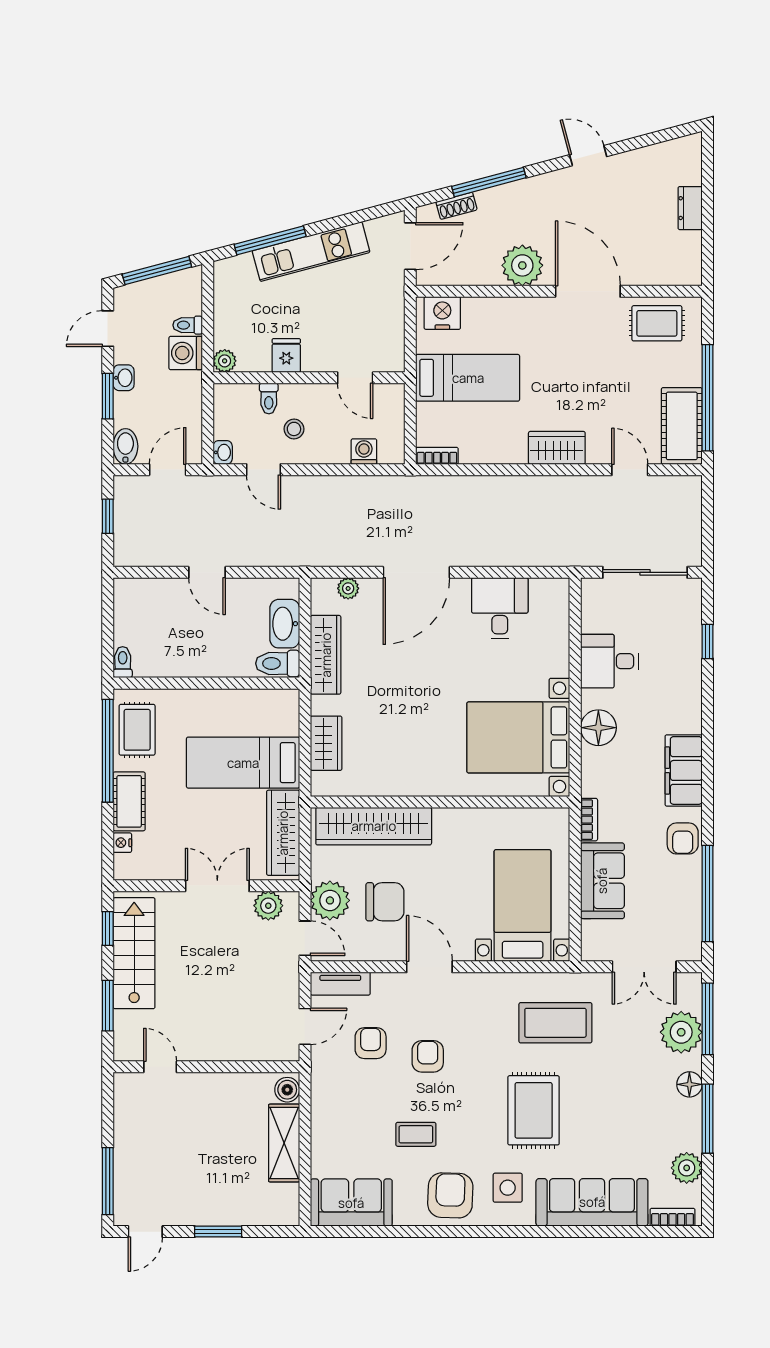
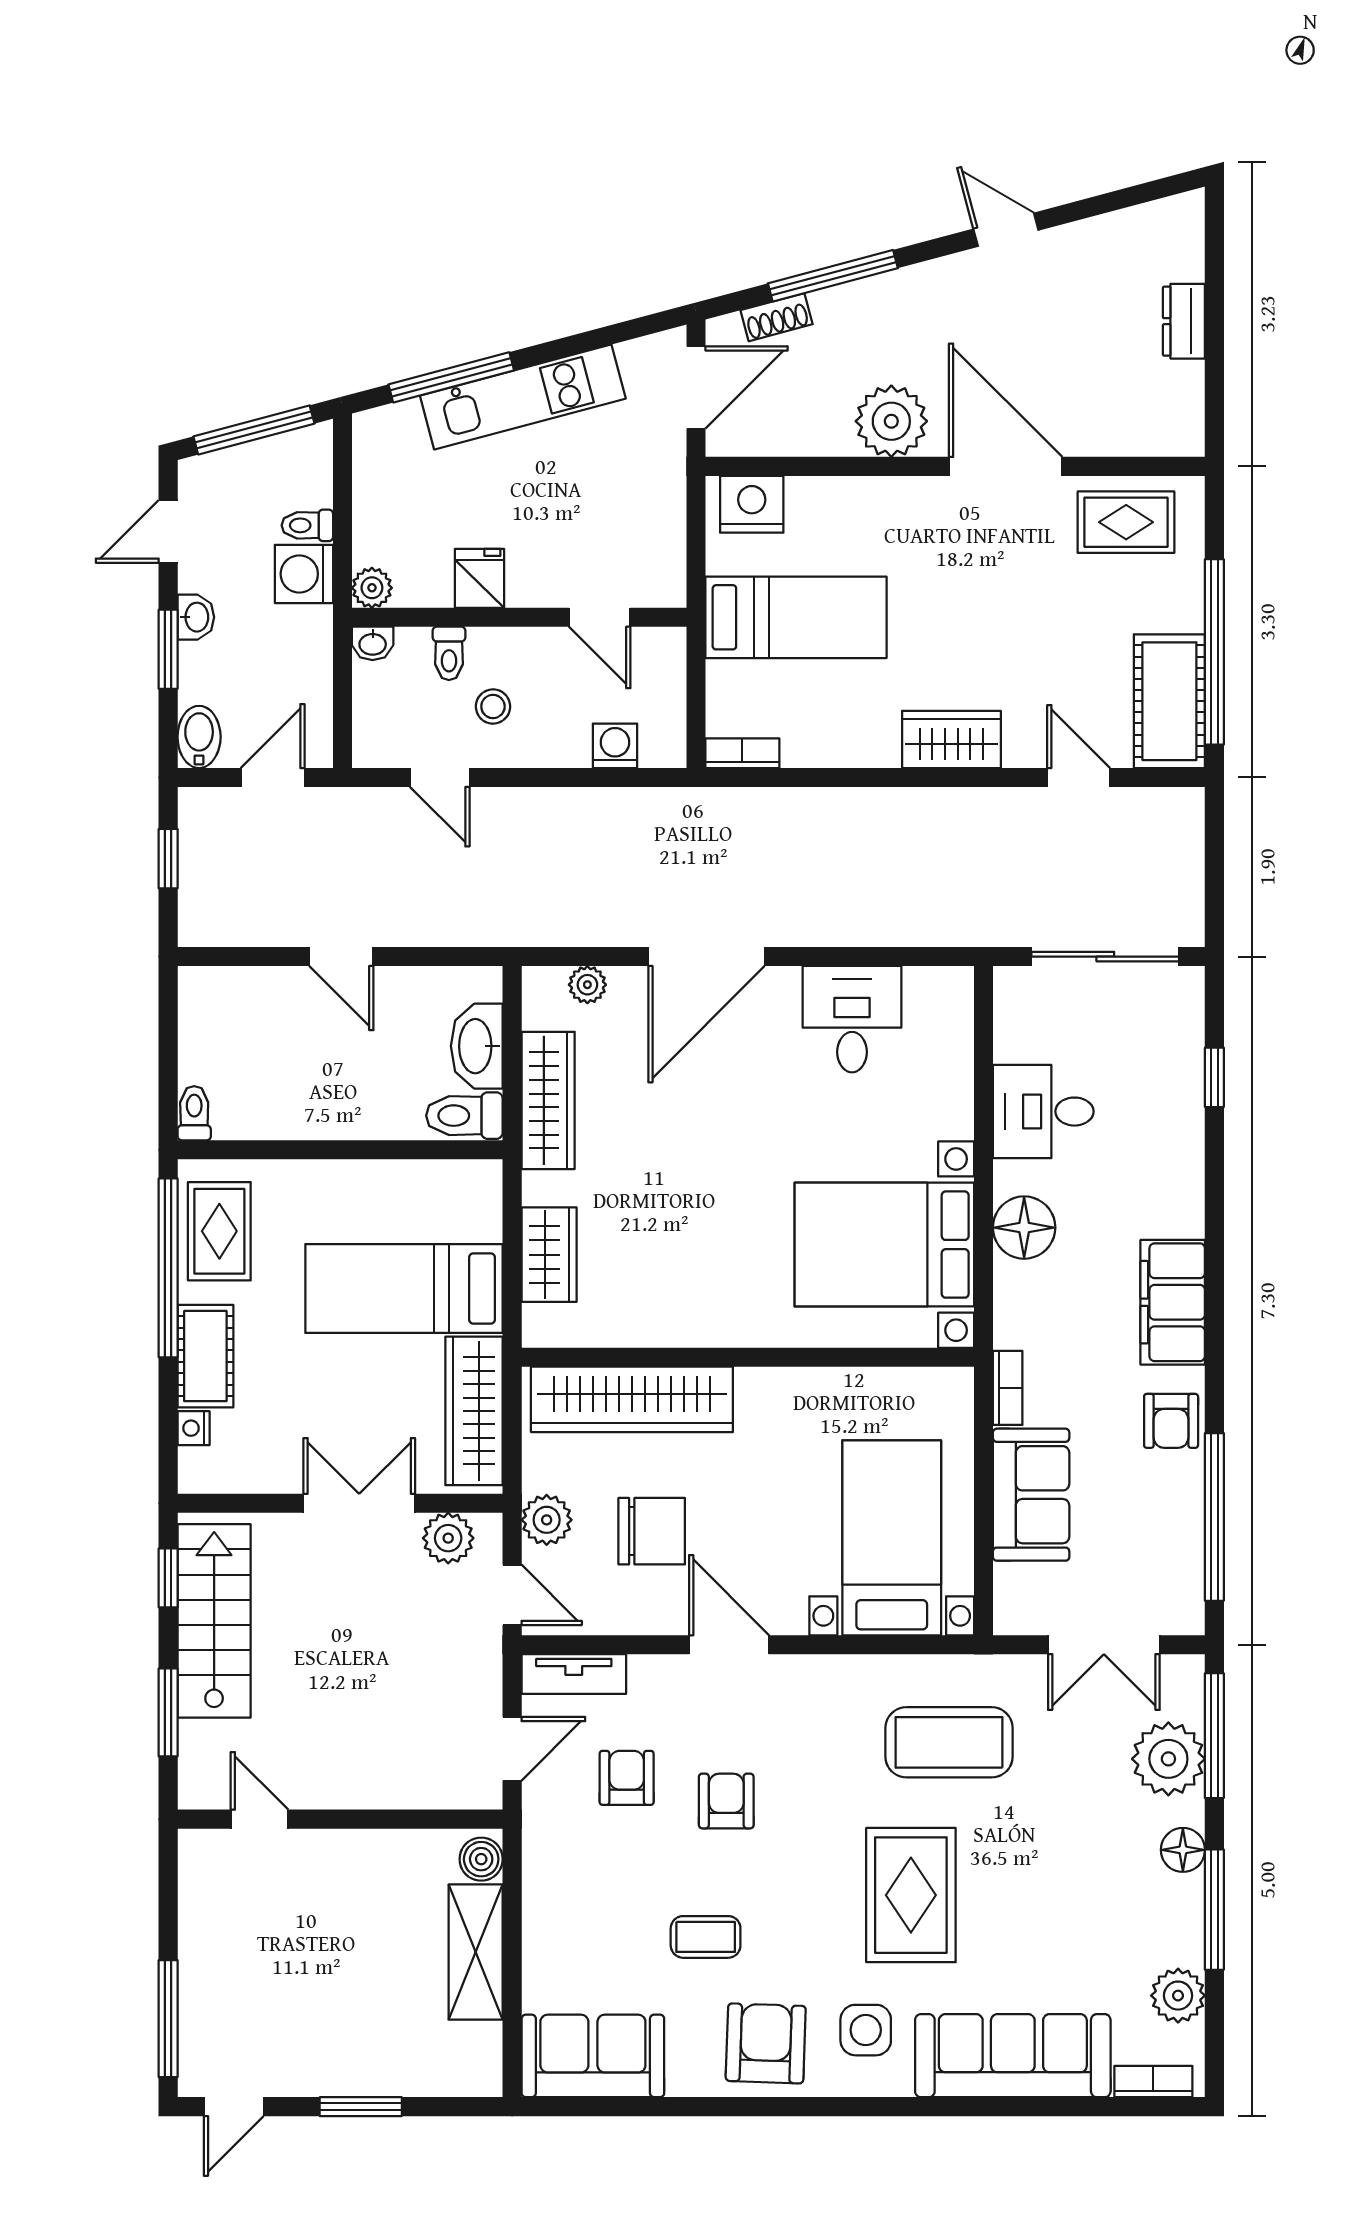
washbasin: (223, 452) -> (373, 643), moved, turned 90
plant: (330, 900) -> (547, 1520), width x0.73, depth x0.73

